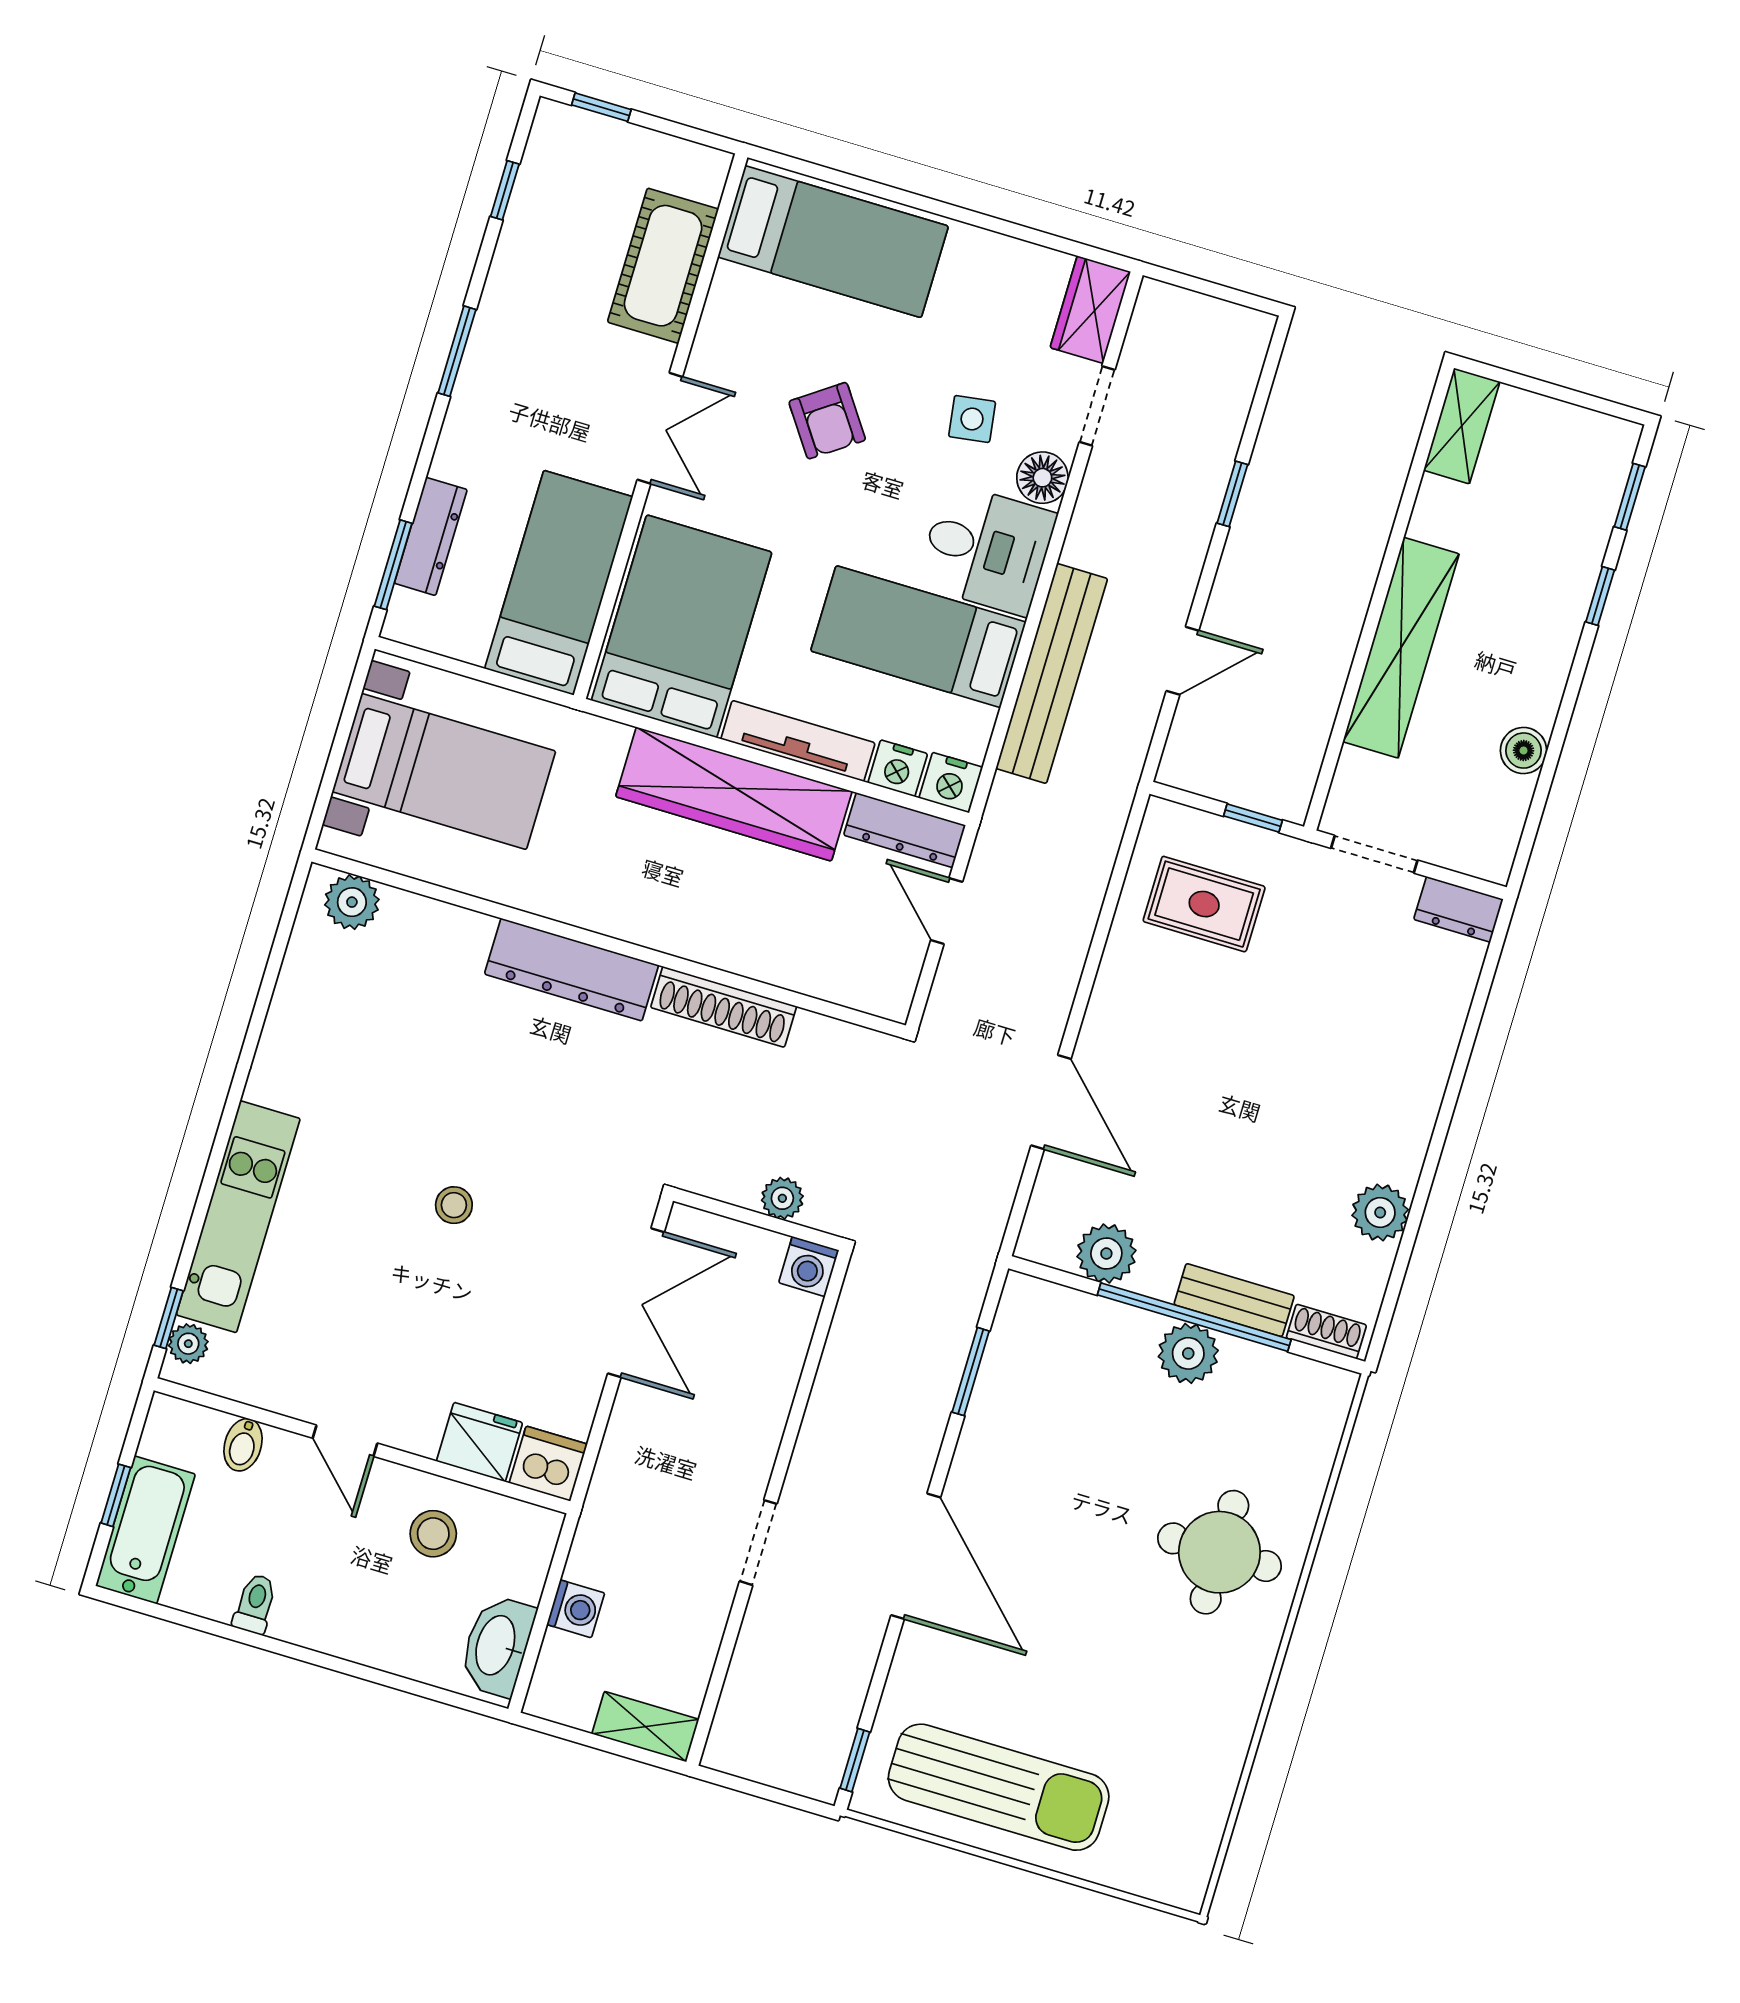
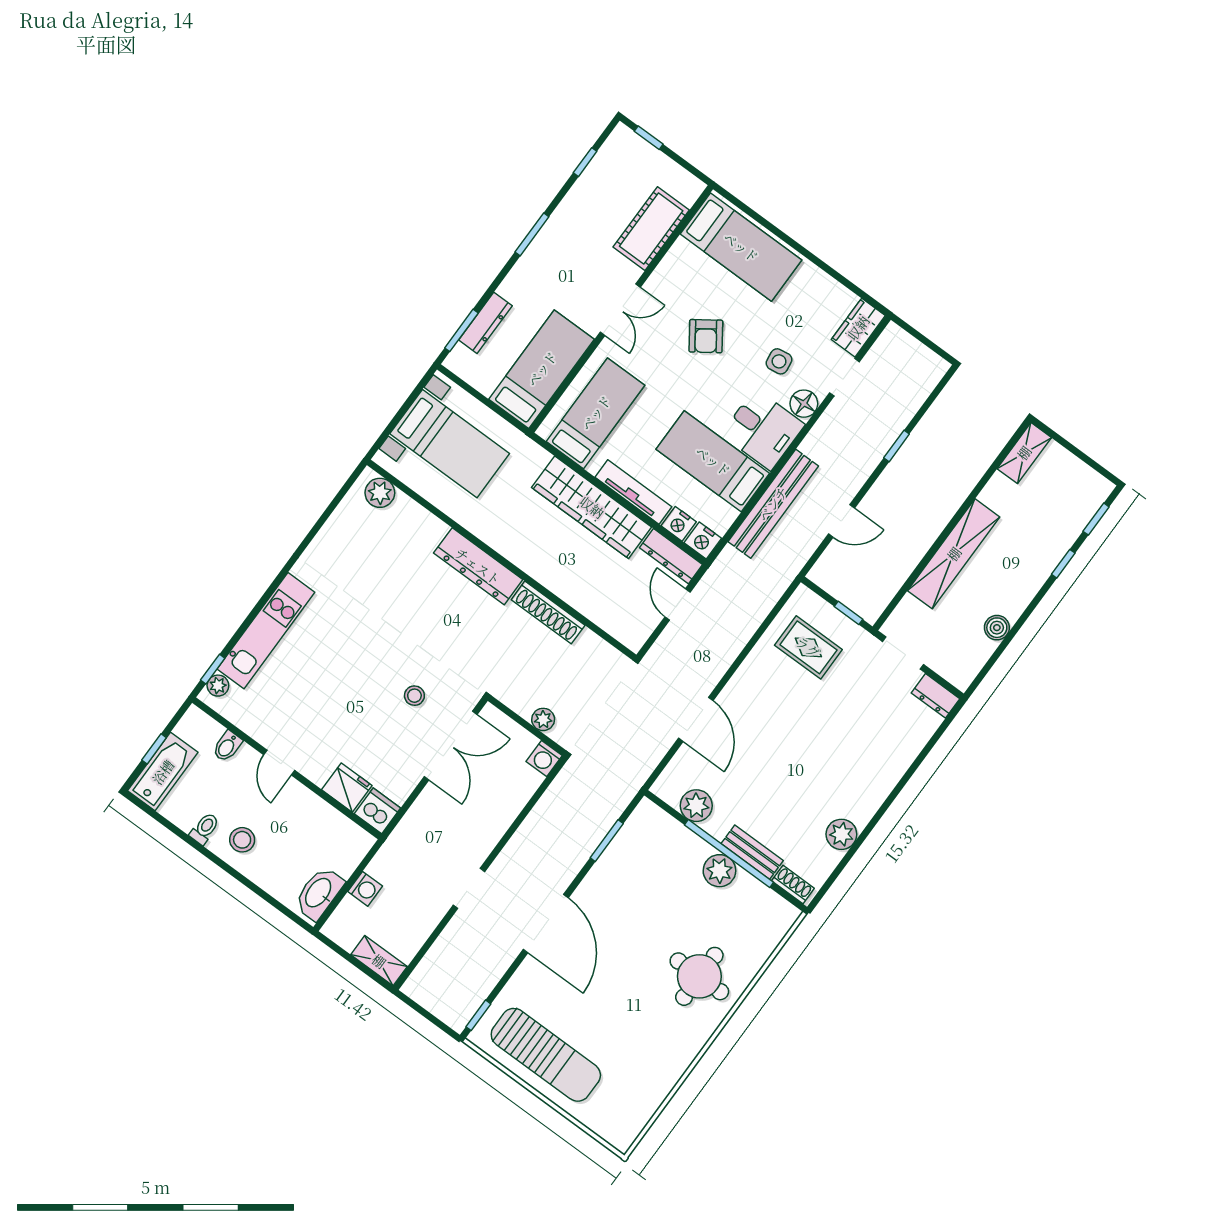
bed: (682, 626) -> (596, 413), width x0.67
stool: (454, 1205) -> (414, 696), moved
stool: (433, 1534) -> (242, 840), moved

